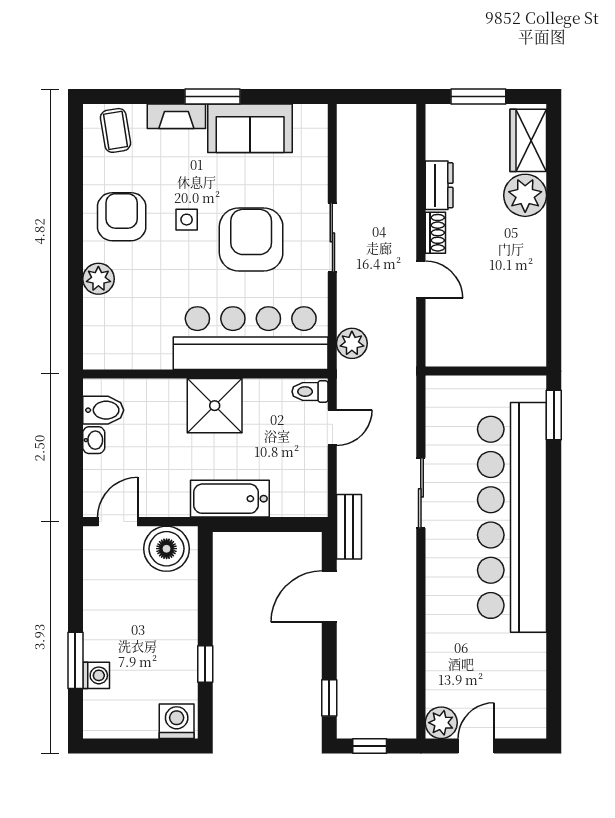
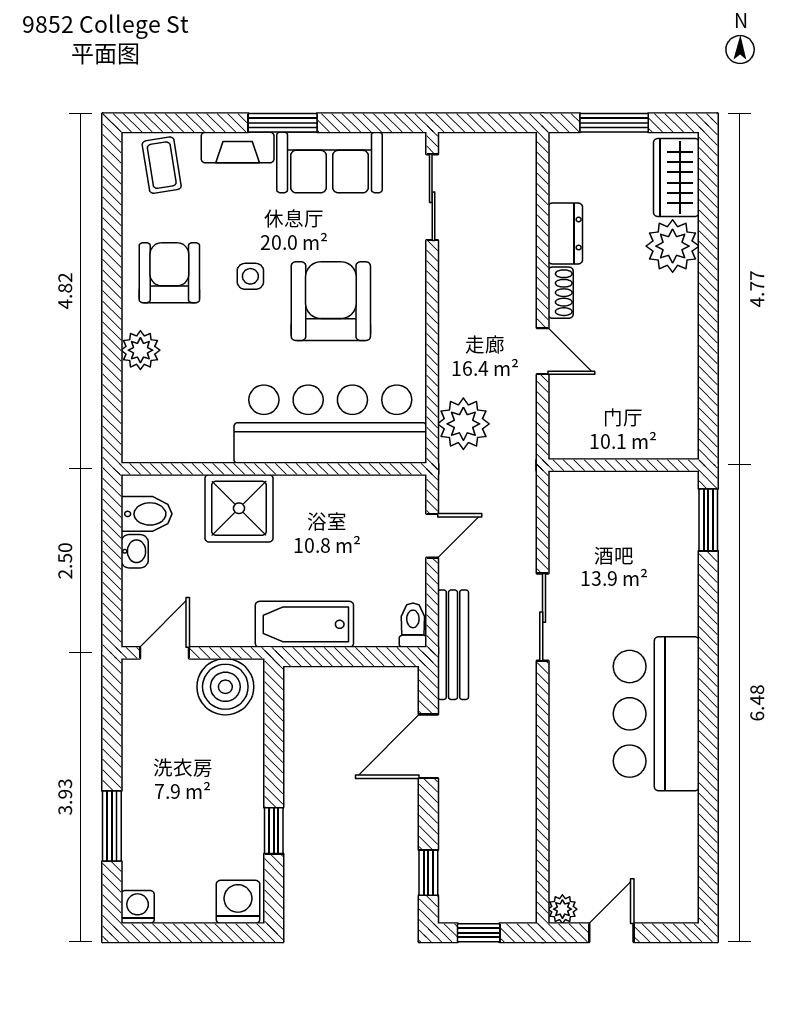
sliding door: (332, 237) -> (432, 197), moved
plant: (352, 343) -> (463, 424), width x1.36, depth x1.36
toilet: (310, 392) -> (413, 625), moved, turned 90
shower: (215, 406) -> (239, 508), moved
bar counter: (512, 517) -> (656, 714), width x0.54
bench: (349, 527) -> (453, 645), width x1.36
washing machine: (96, 675) -> (138, 907), moved, turned -90
plant: (441, 723) -> (562, 909), width x0.73, depth x0.73

